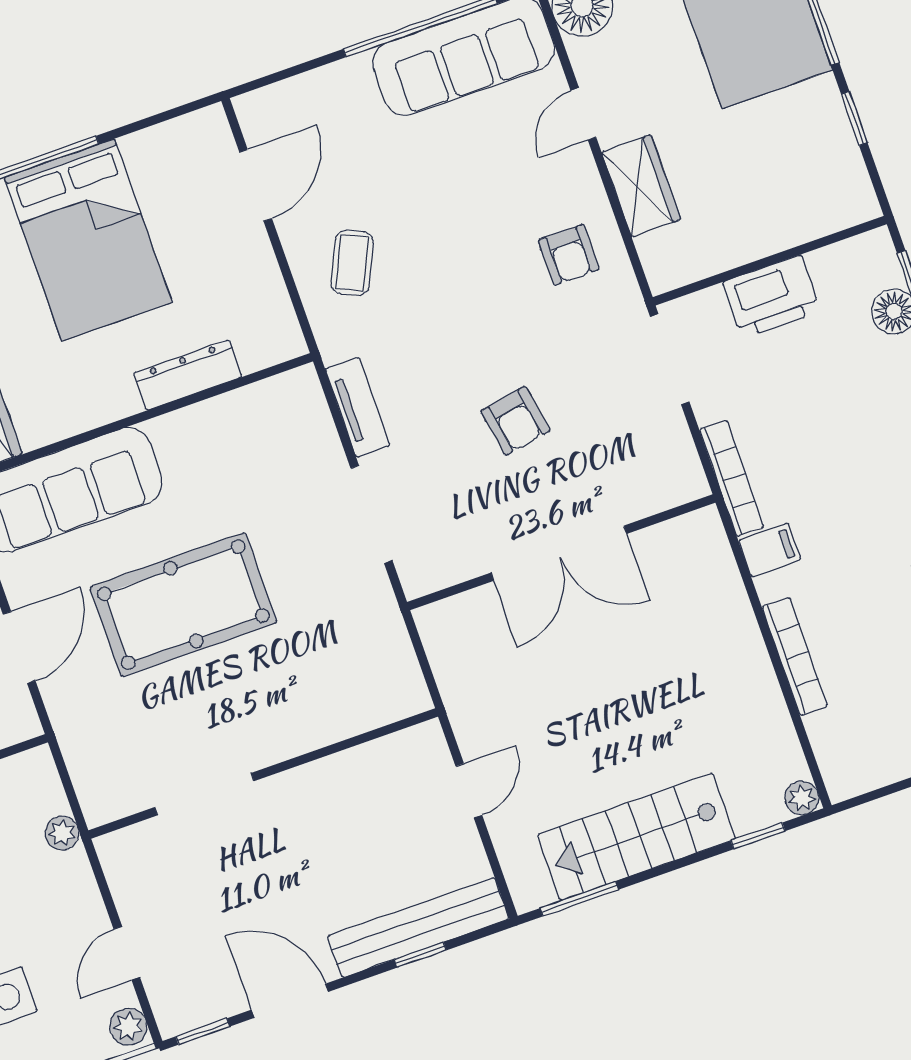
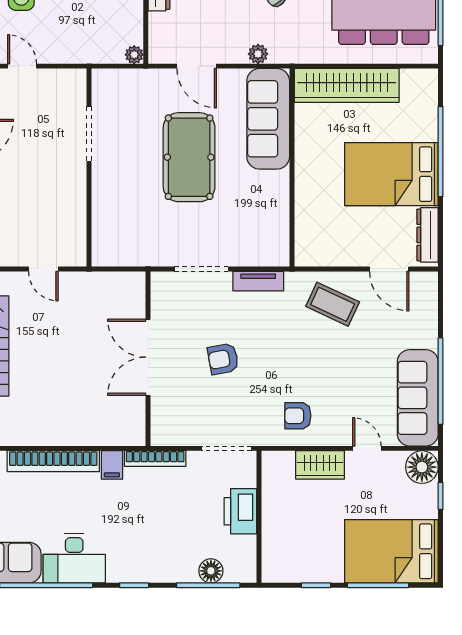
coffee table: (352, 263) -> (333, 304), width x1.36, depth x1.30
dresser: (188, 375) -> (428, 235), moved, turned 180
bookcase: (795, 656) -> (53, 461), width x1.48, depth x1.31
plant: (62, 833) -> (134, 55), moved

